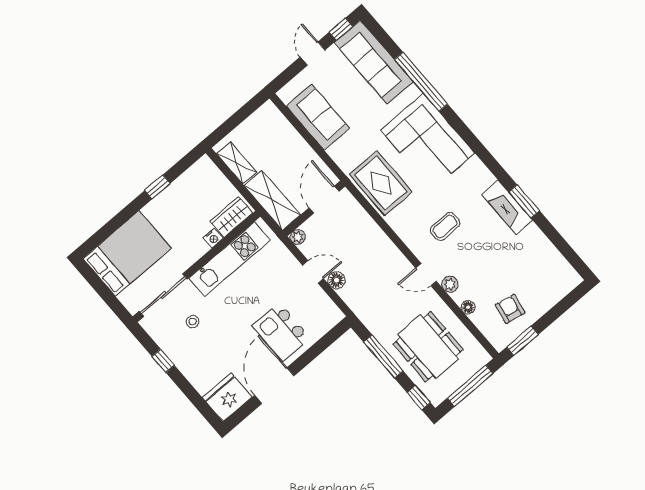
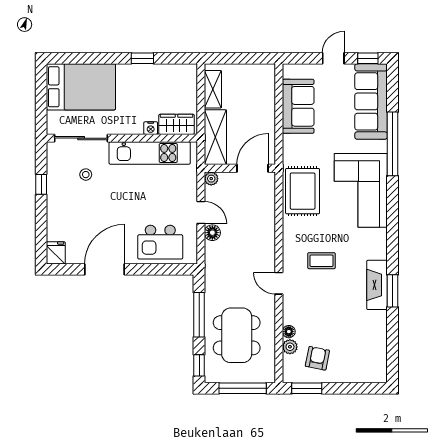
plant: (450, 284) -> (290, 347), moved
kitchen island: (281, 332) -> (160, 242), moved, turned -90
fridge: (227, 397) -> (56, 253), width x0.53, depth x0.75

